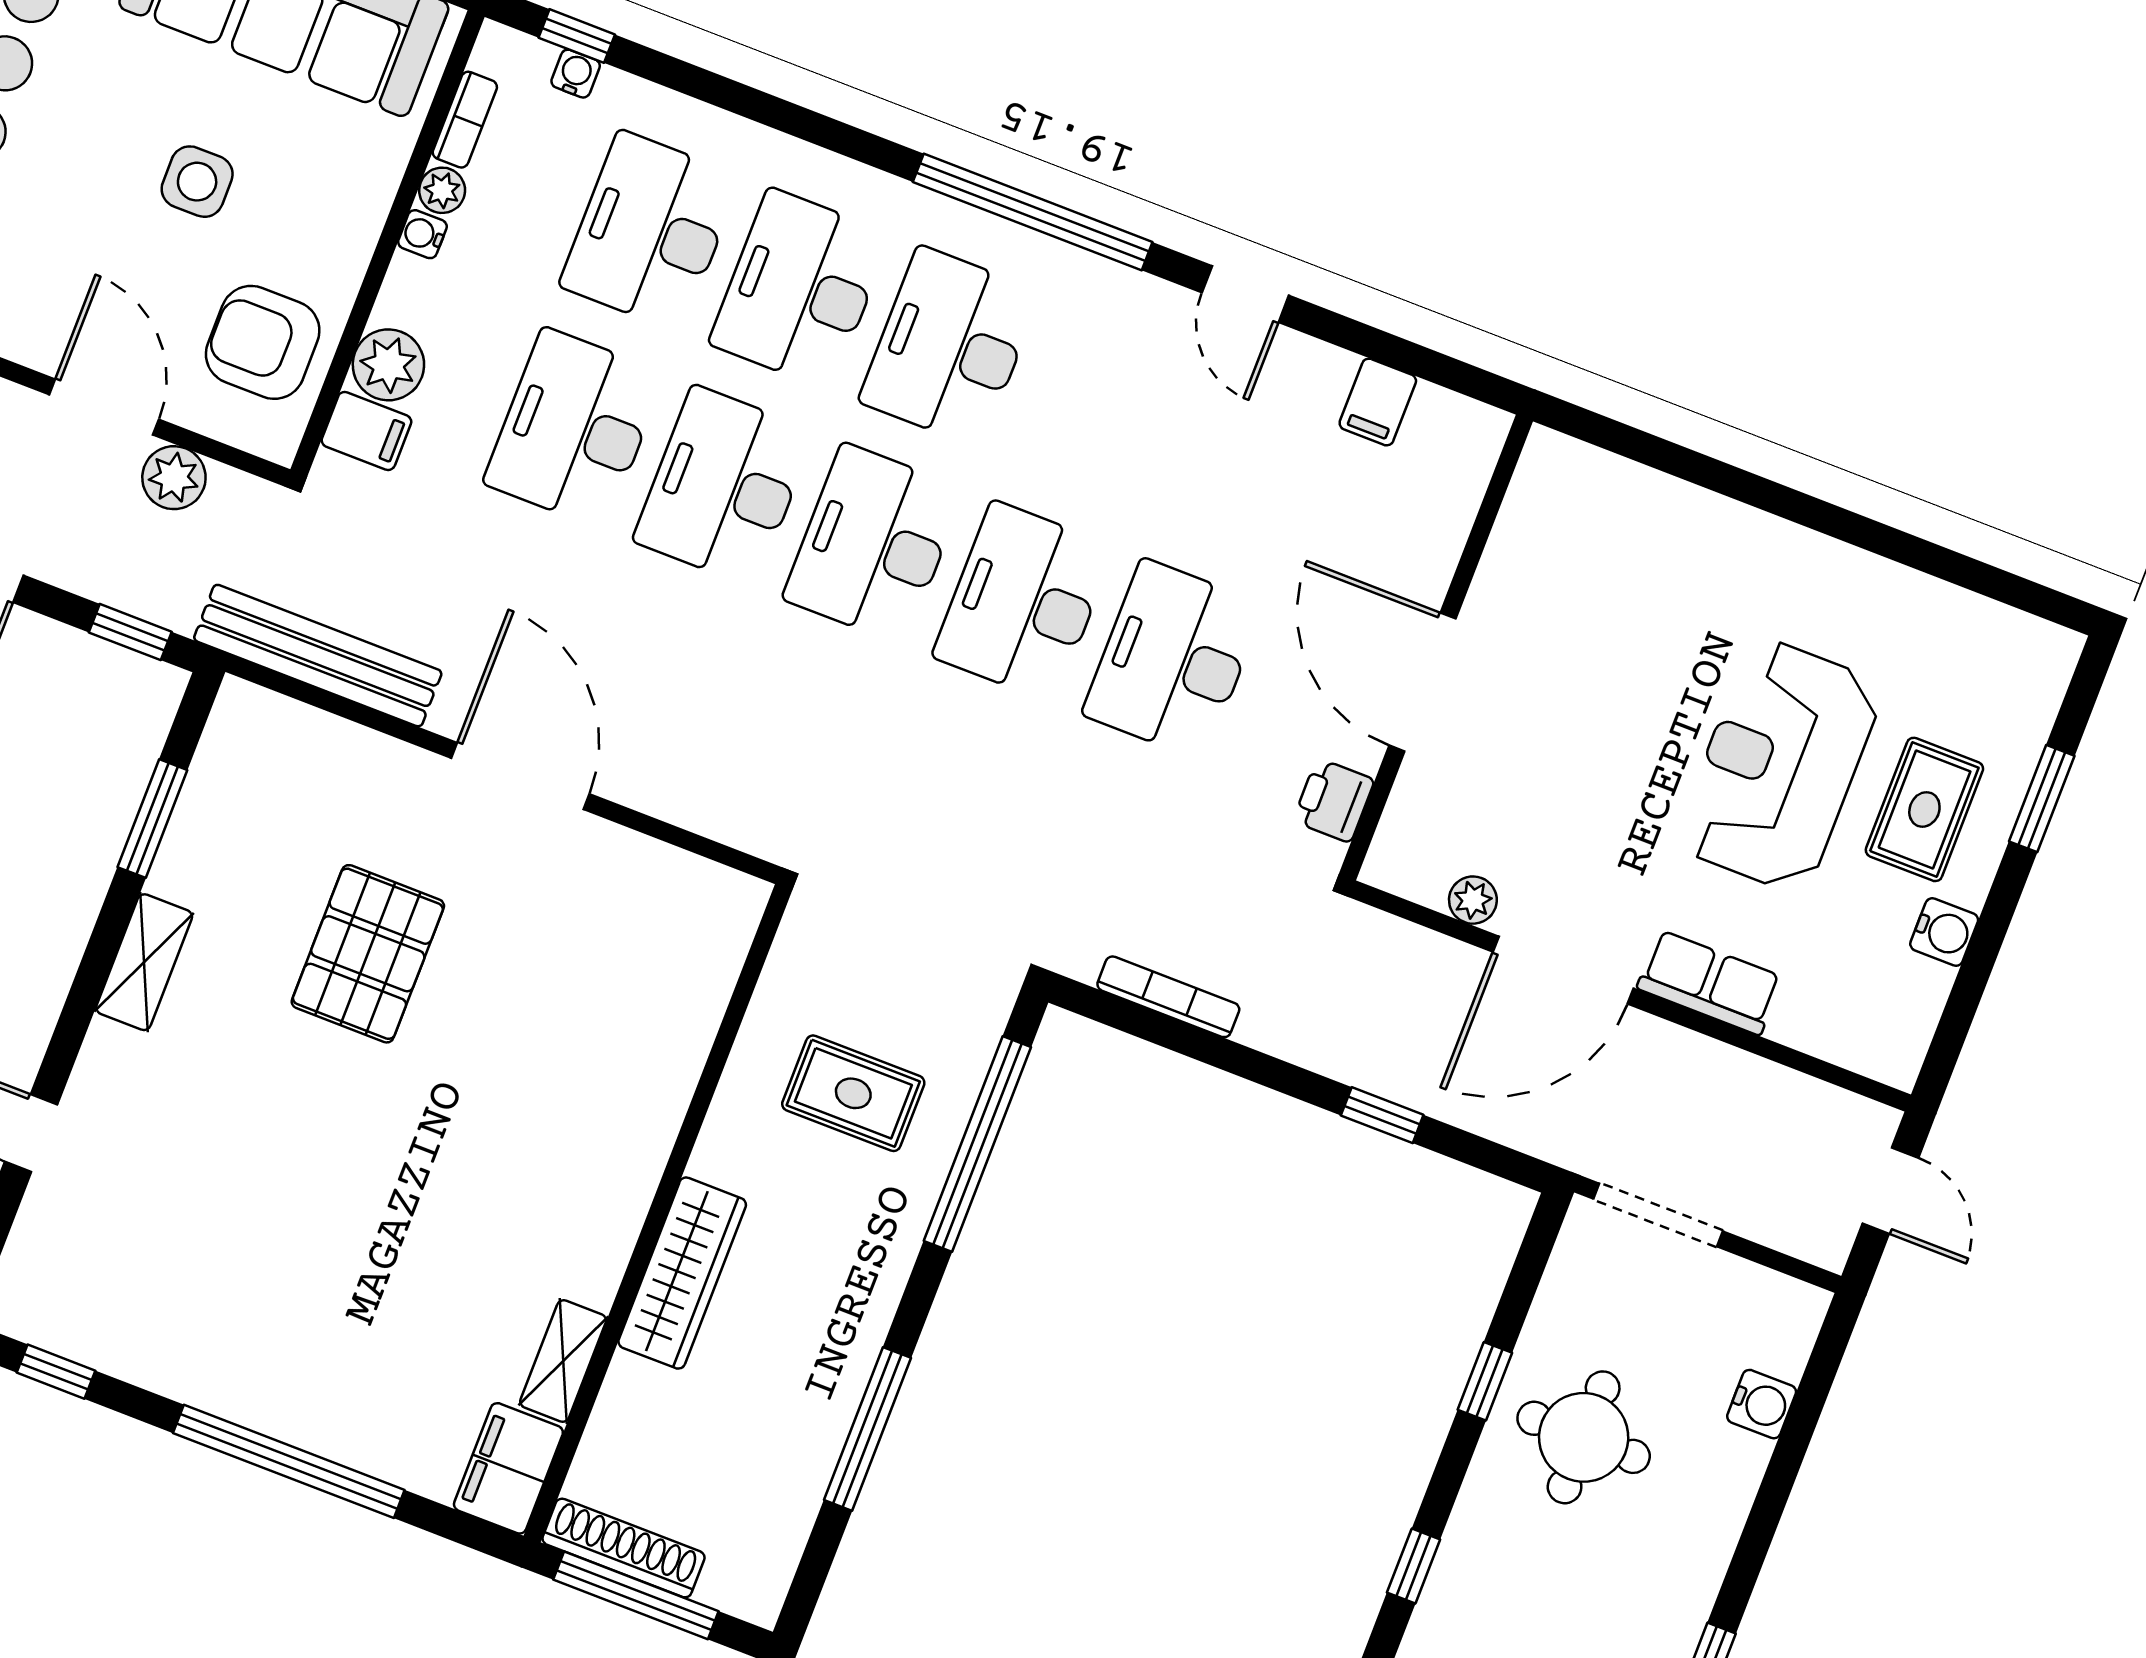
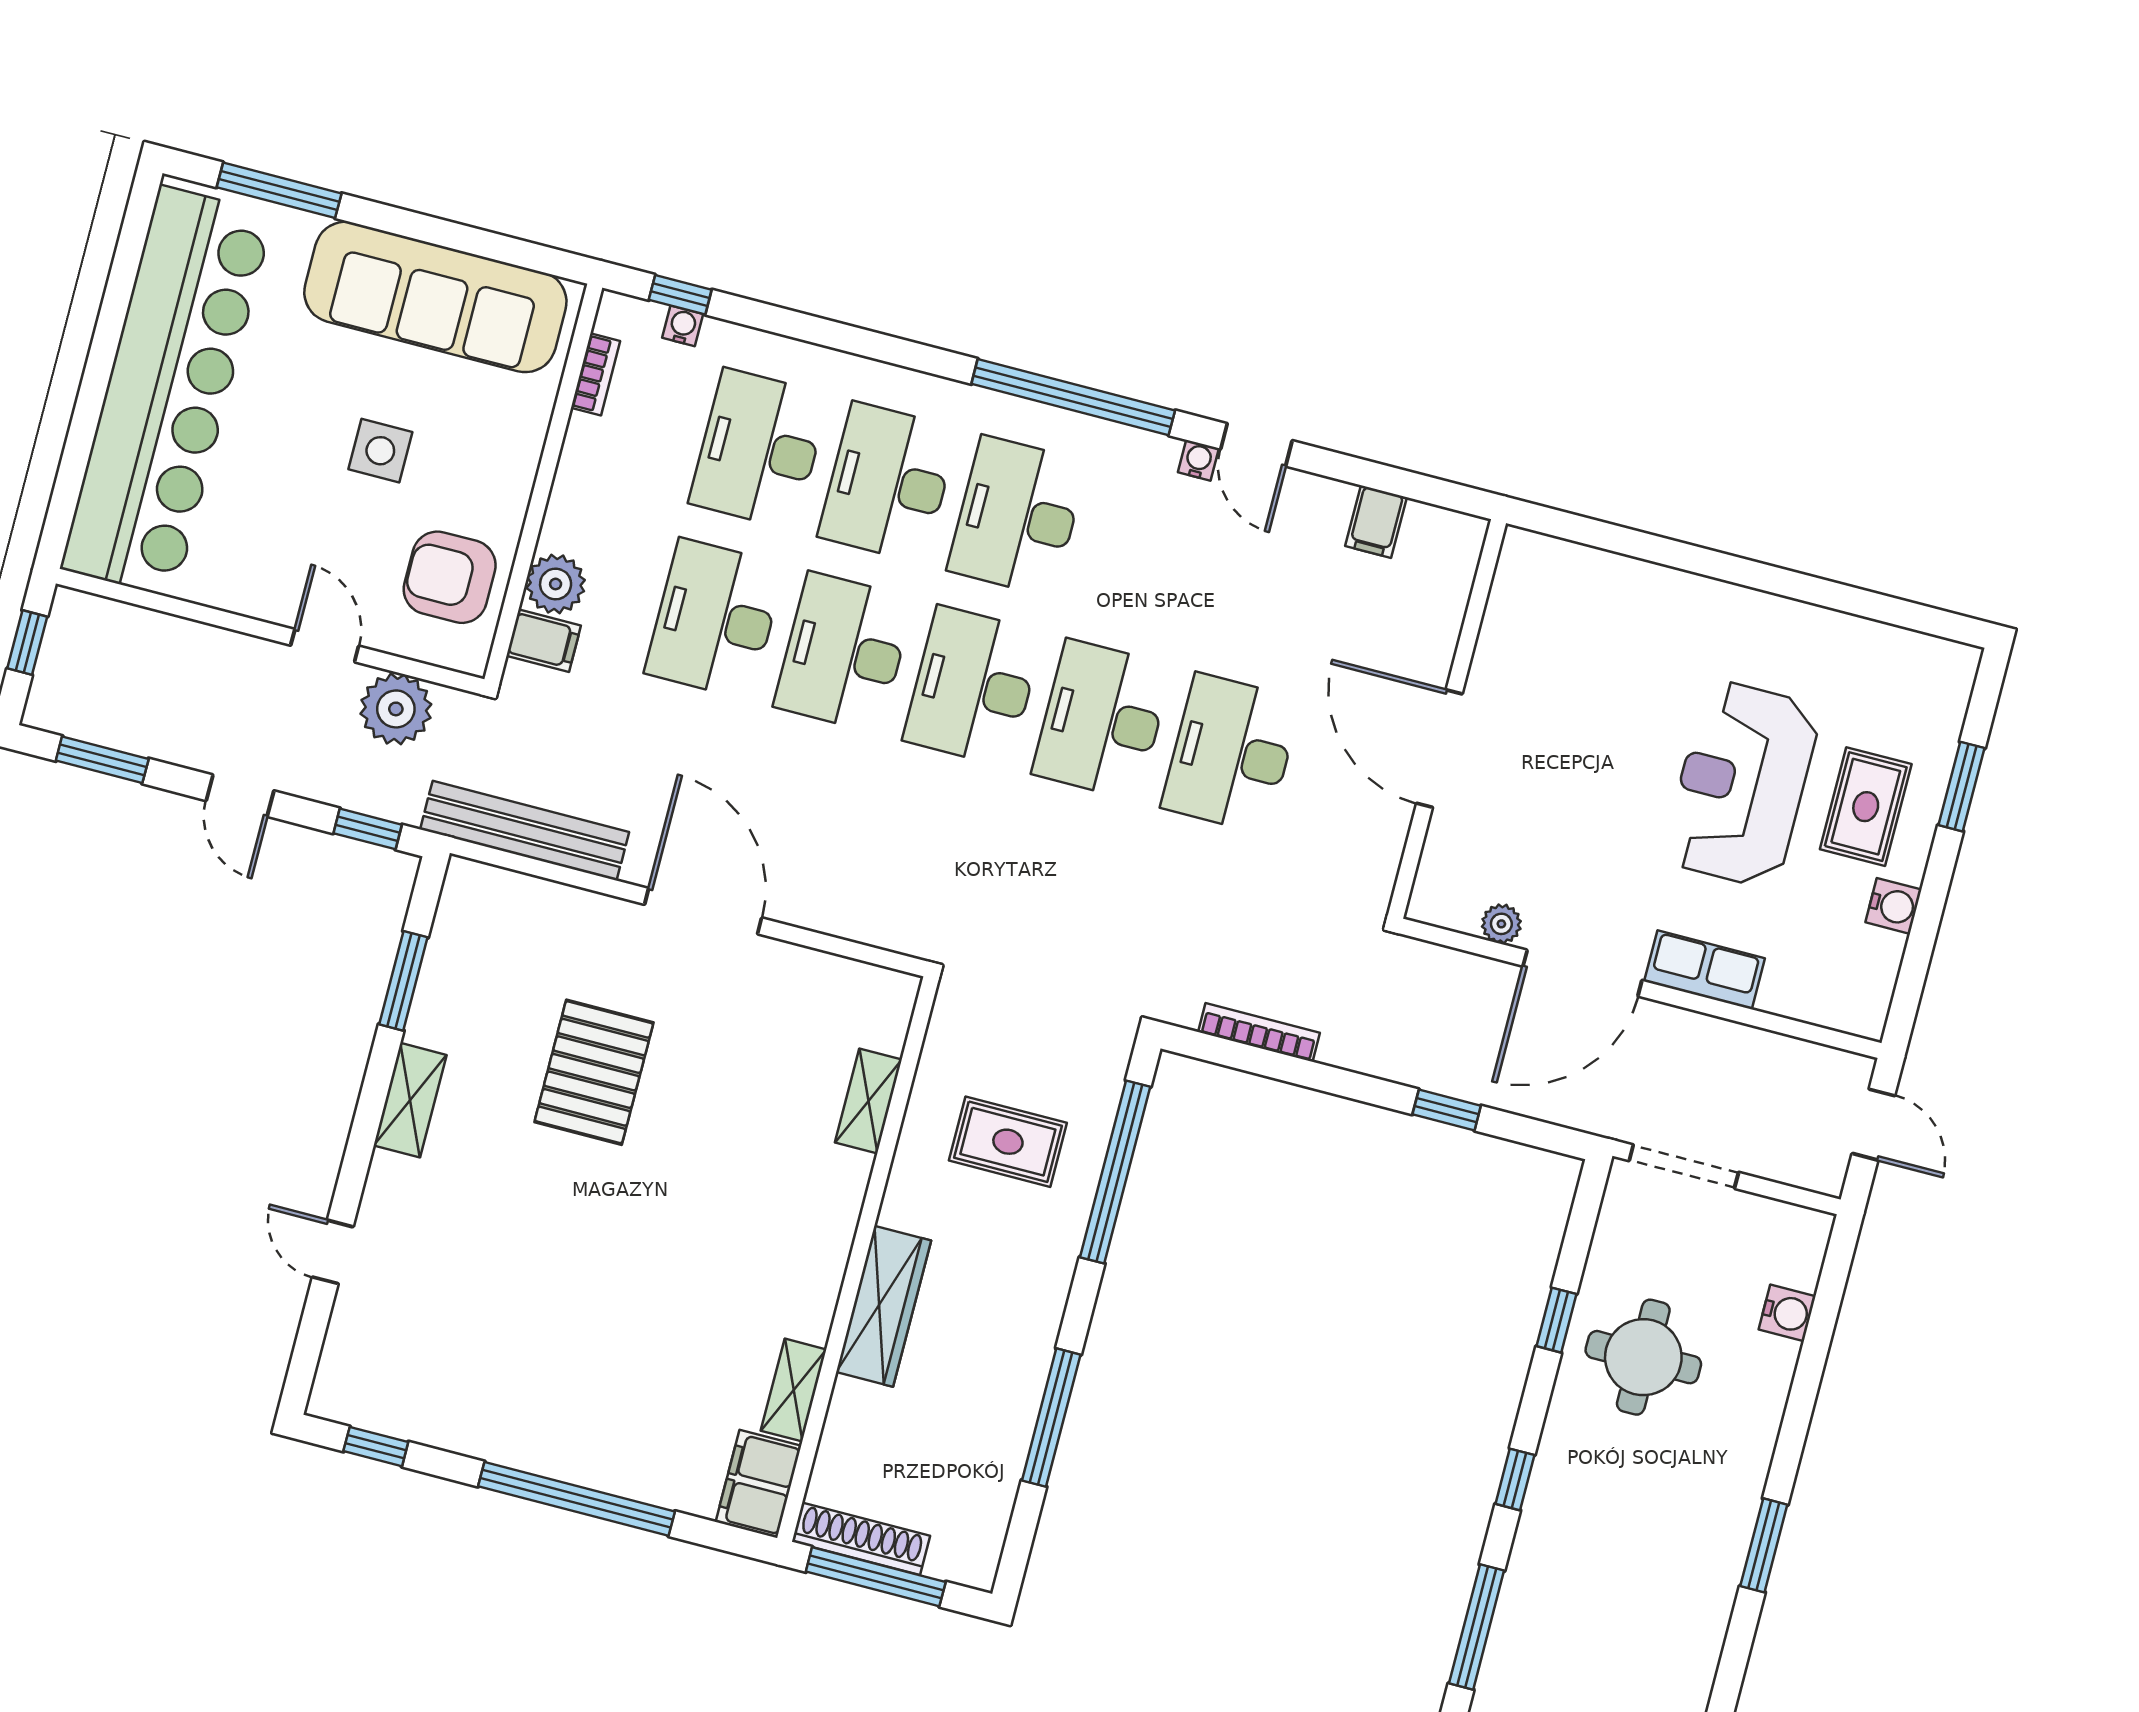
plant: (442, 190) -> (583, 435), removed
water cooler: (422, 234) -> (1198, 460), moved, turned 90
door: (104, 407) -> (325, 646), width x0.73
plant: (174, 478) -> (396, 709), width x1.36, depth x1.36
printer: (1334, 800) -> (1377, 855), removed
shelving: (692, 1026) -> (868, 1101), added

